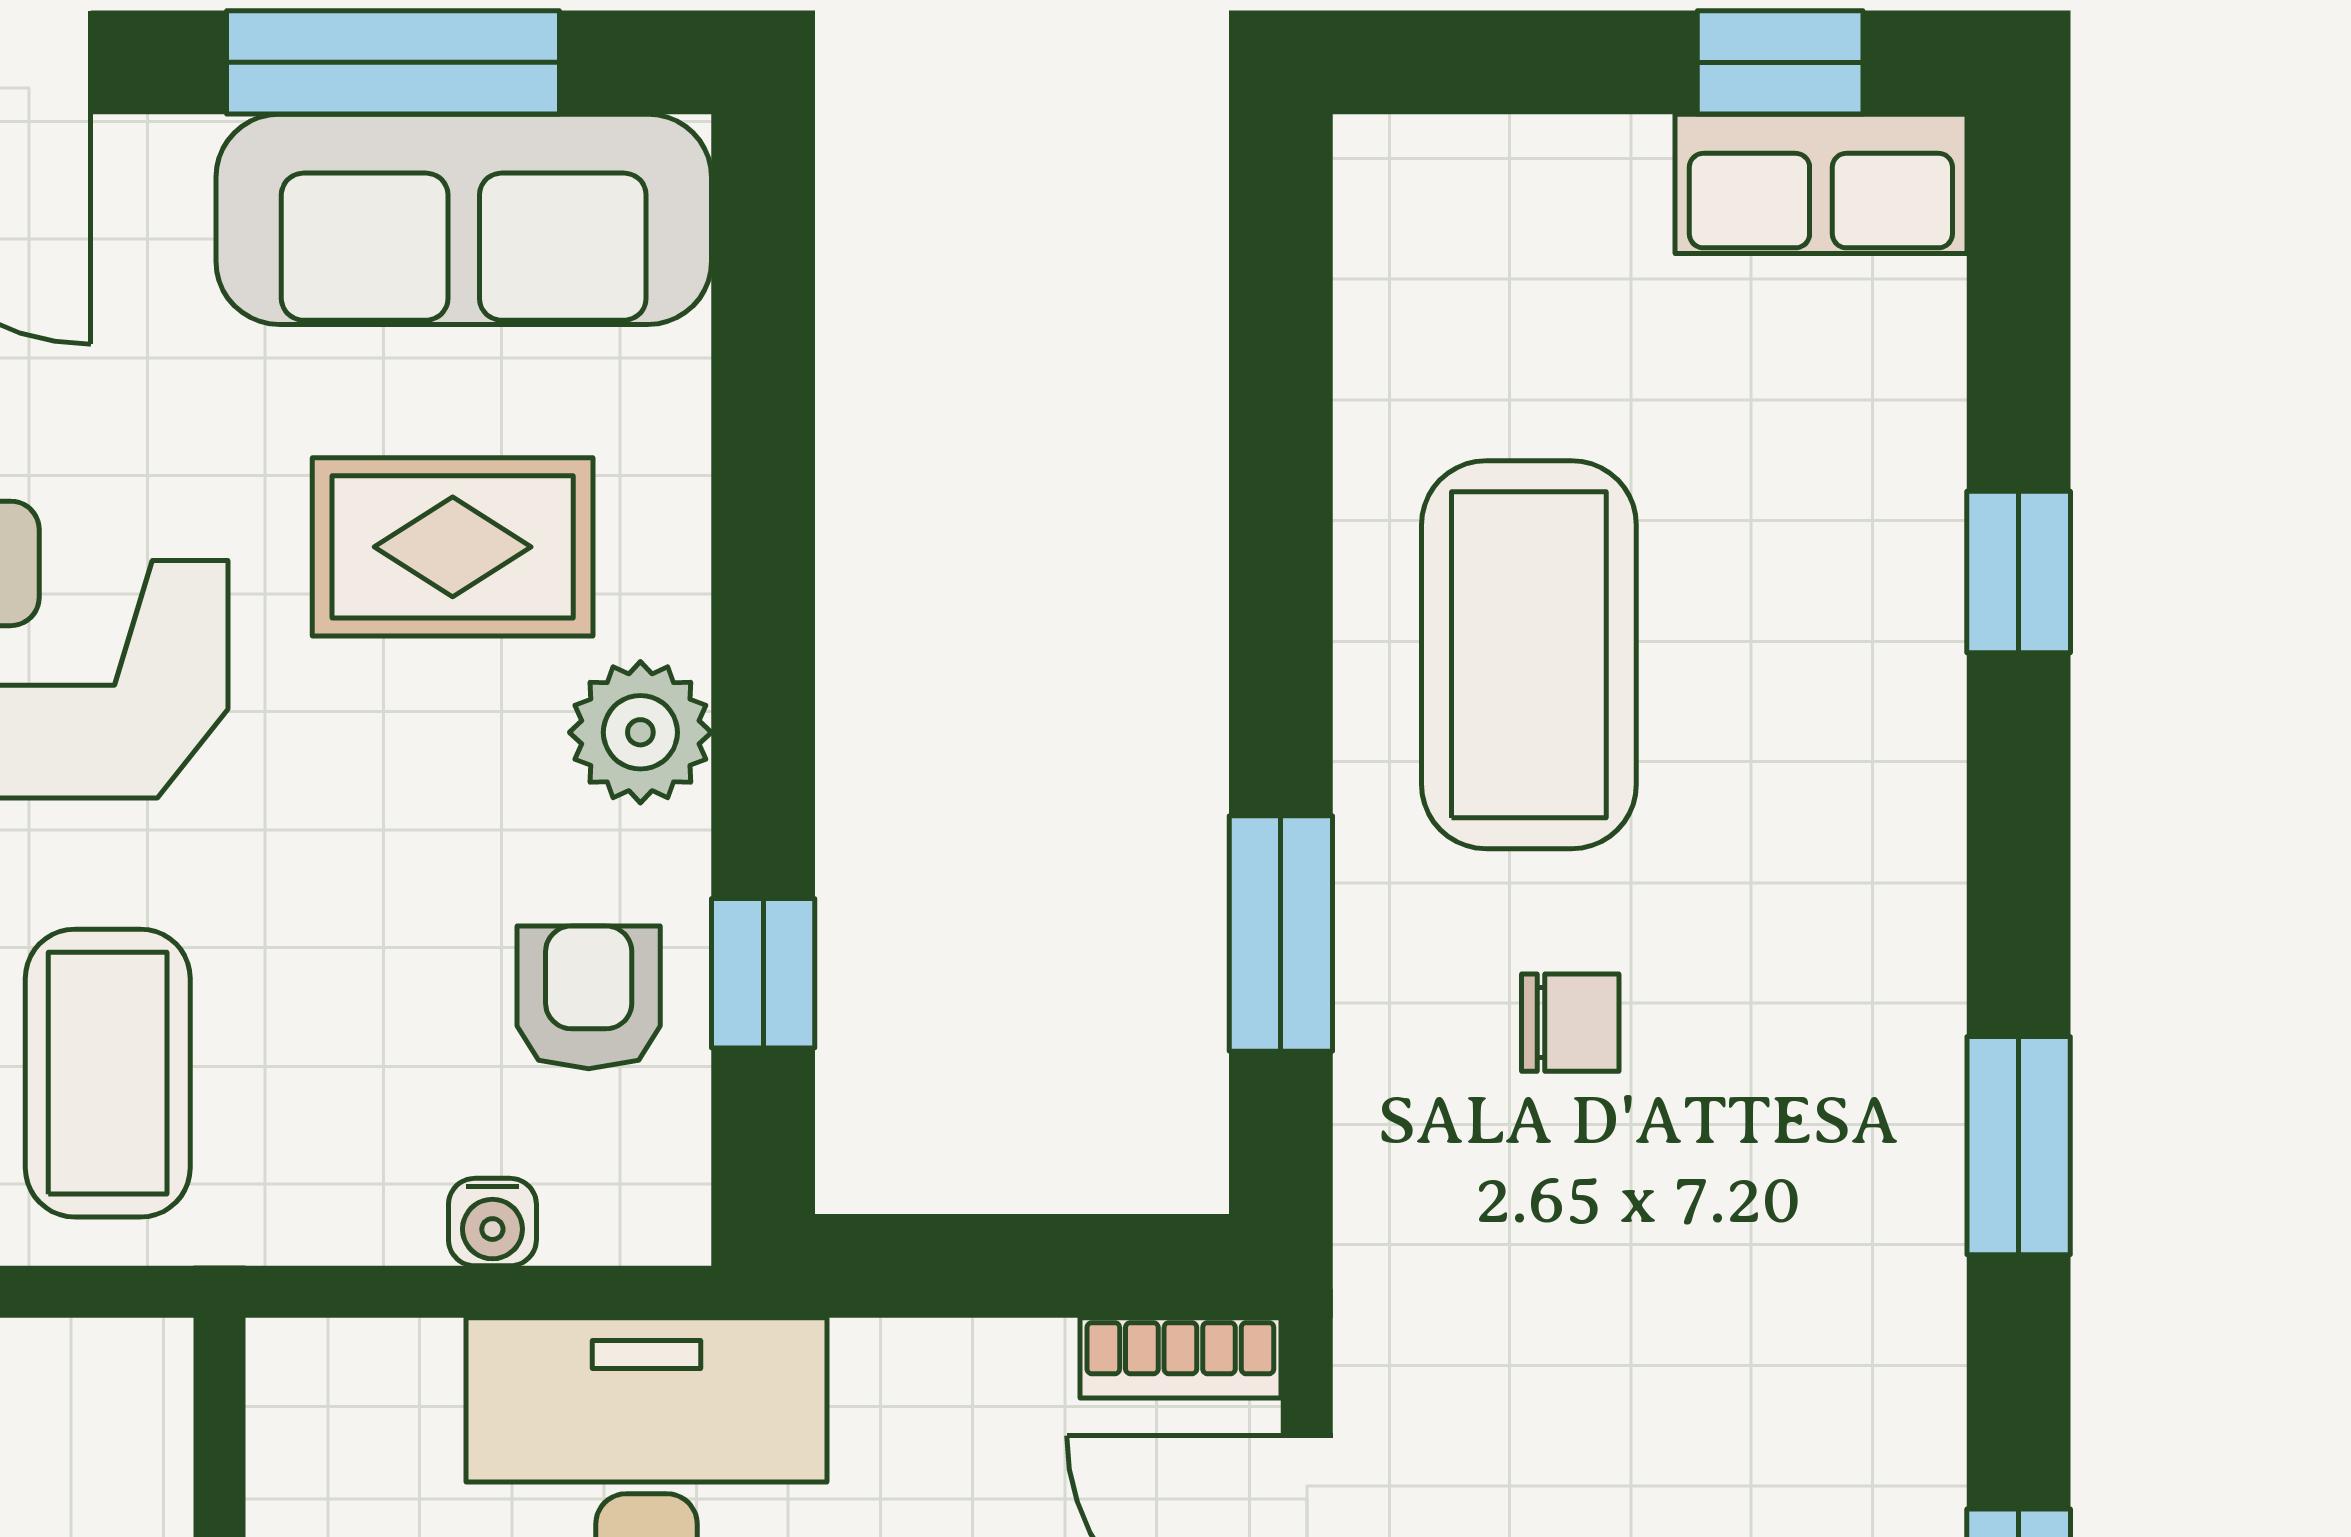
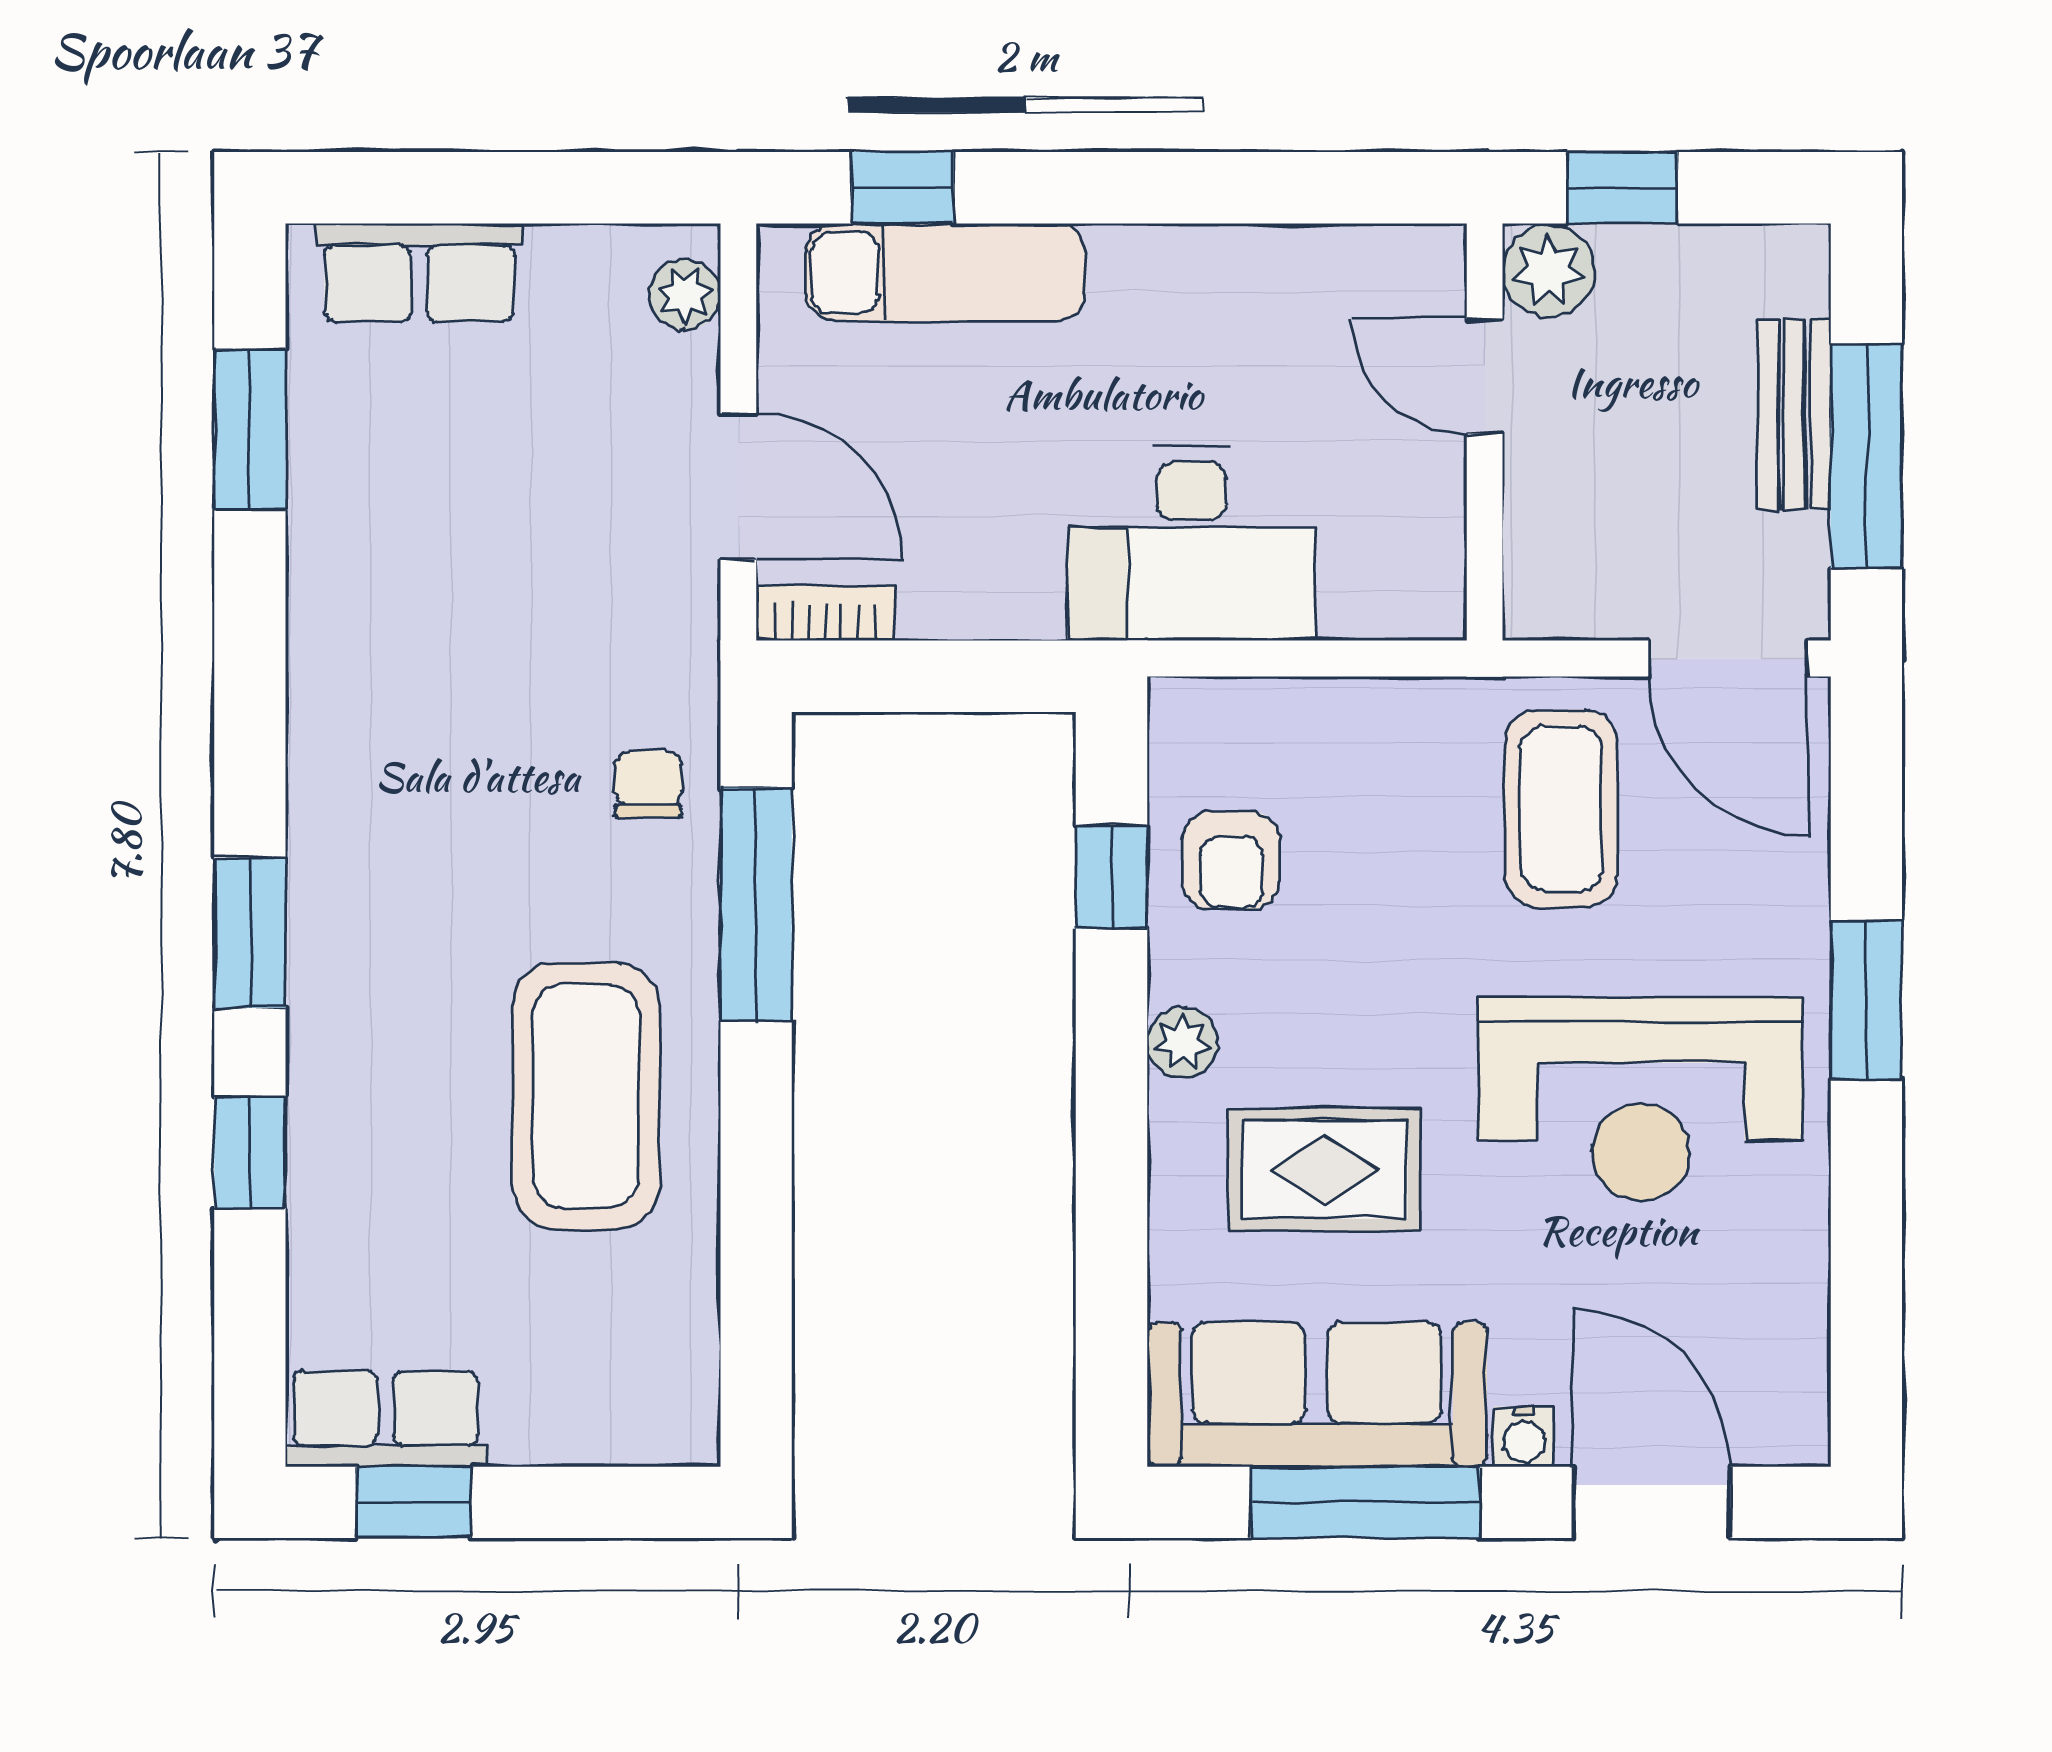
plant: (640, 732) -> (1182, 1042), width x0.73, depth x0.73
window: (1281, 934) -> (756, 904), width x1.44
chair: (1570, 1023) -> (648, 784), moved, turned 90
window: (2019, 1146) -> (250, 933), moved
water cooler: (492, 1222) -> (1524, 1437), moved, turned 180

